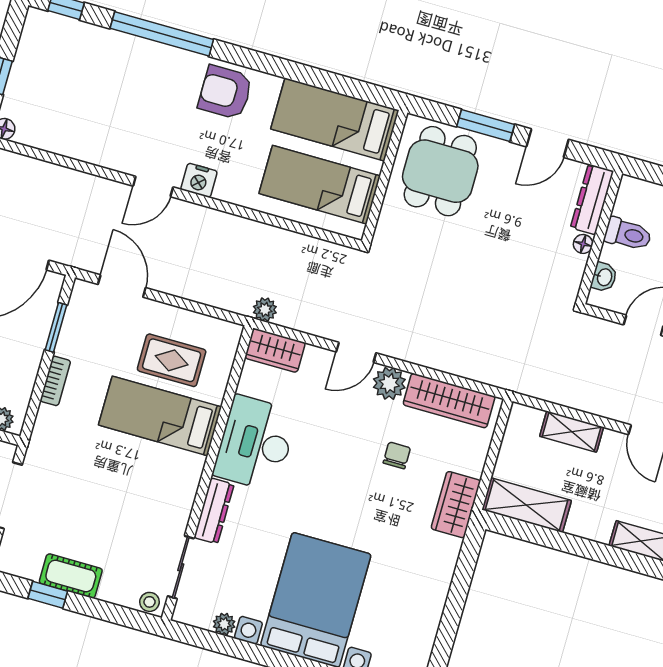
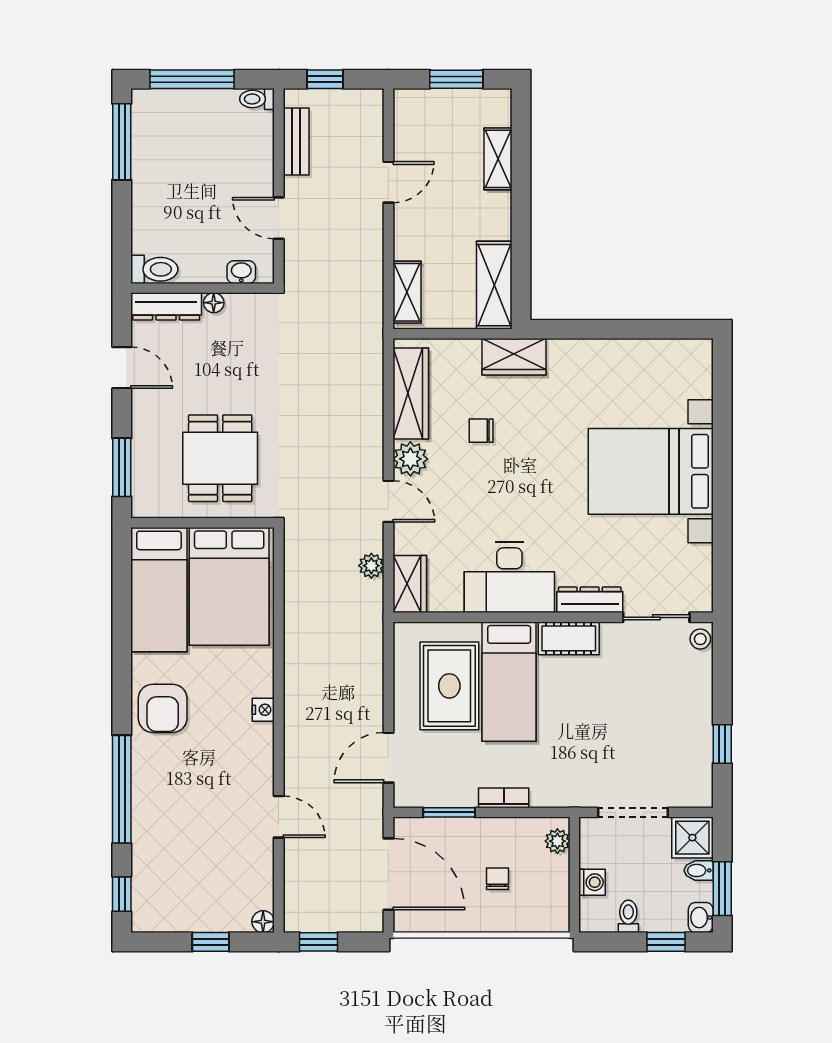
window: (486, 126) -> (122, 467), moved
dining table: (440, 171) -> (220, 458), moved, turned 90
nightstand: (199, 180) -> (263, 710), width x0.72, depth x0.74
bed: (320, 185) -> (229, 586), width x1.50
door: (153, 186) -> (279, 817), moved
toilet: (628, 234) -> (154, 269), moved, turned 90
plant: (265, 310) -> (371, 566), moved
rug: (172, 360) -> (449, 686), width x1.36, depth x1.43
shelving: (572, 432) -> (407, 292), moved
cot: (71, 576) -> (569, 638), moved, turned 90
plant: (224, 624) -> (701, 557), removed

